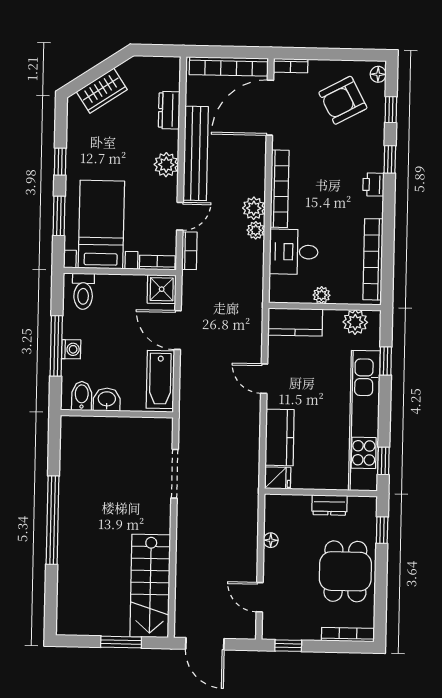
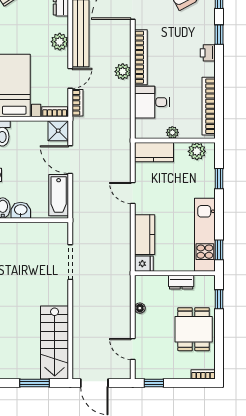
plant: (256, 230) -> (124, 87), removed
kitchen unit: (364, 421) -> (205, 235), width x0.73
bookcase: (348, 635) -> (203, 374), width x0.64

